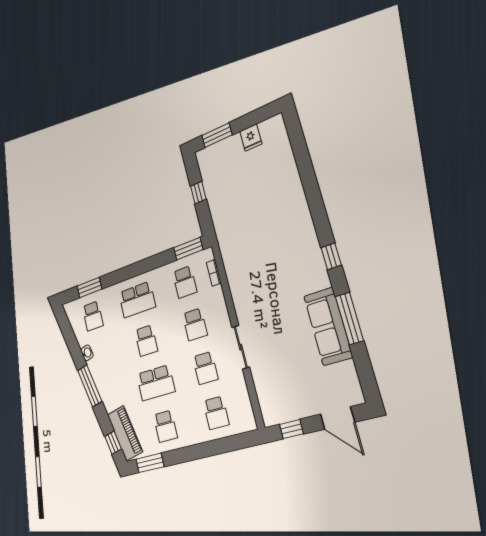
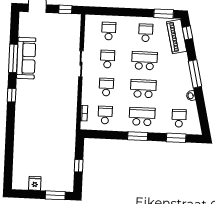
window: (188, 249) -> (138, 136), moved
school desk: (146, 341) -> (143, 89), width x1.85

